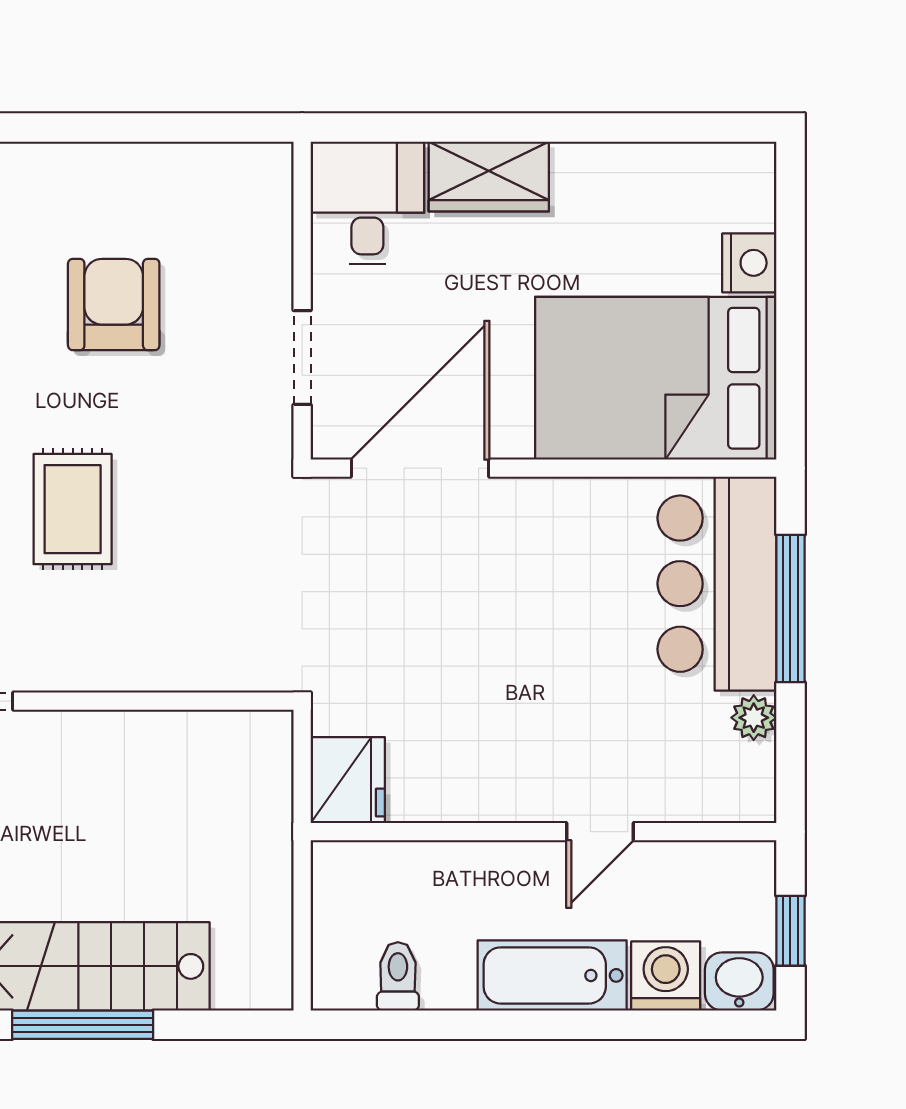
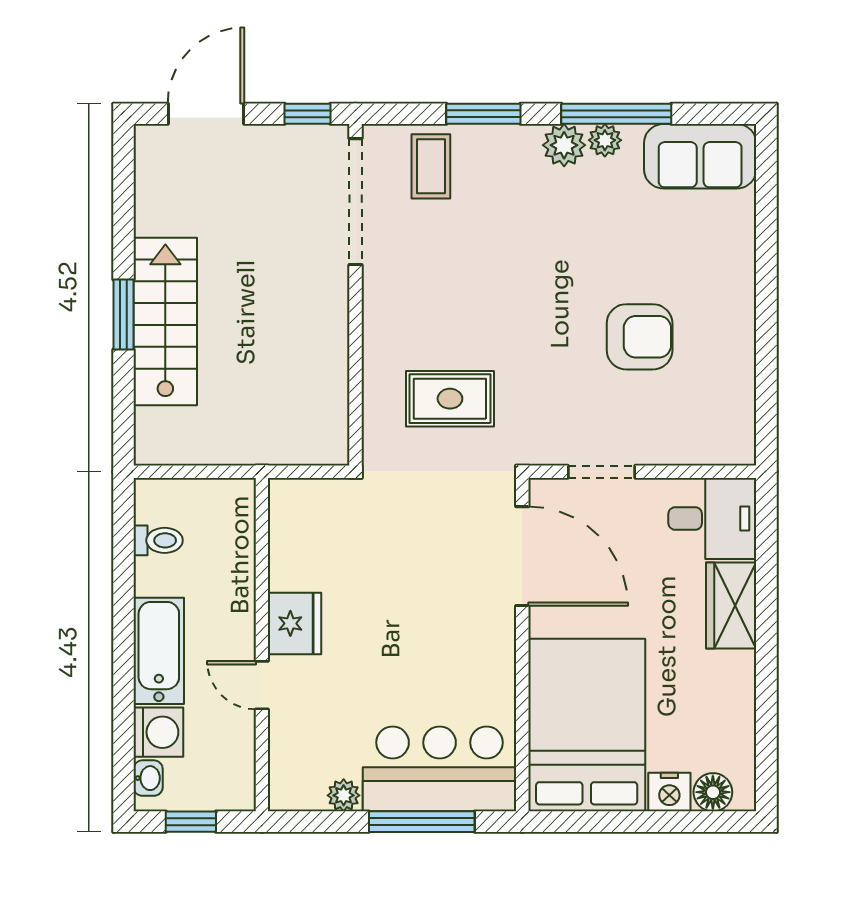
floor lamp: (749, 202) -> (713, 792), added
rug: (73, 509) -> (450, 399), moved
fridge: (348, 780) -> (295, 623), moved, turned -90
washbasin: (739, 981) -> (148, 778), width x0.72, depth x0.69
window: (83, 1025) -> (124, 315), width x0.69

